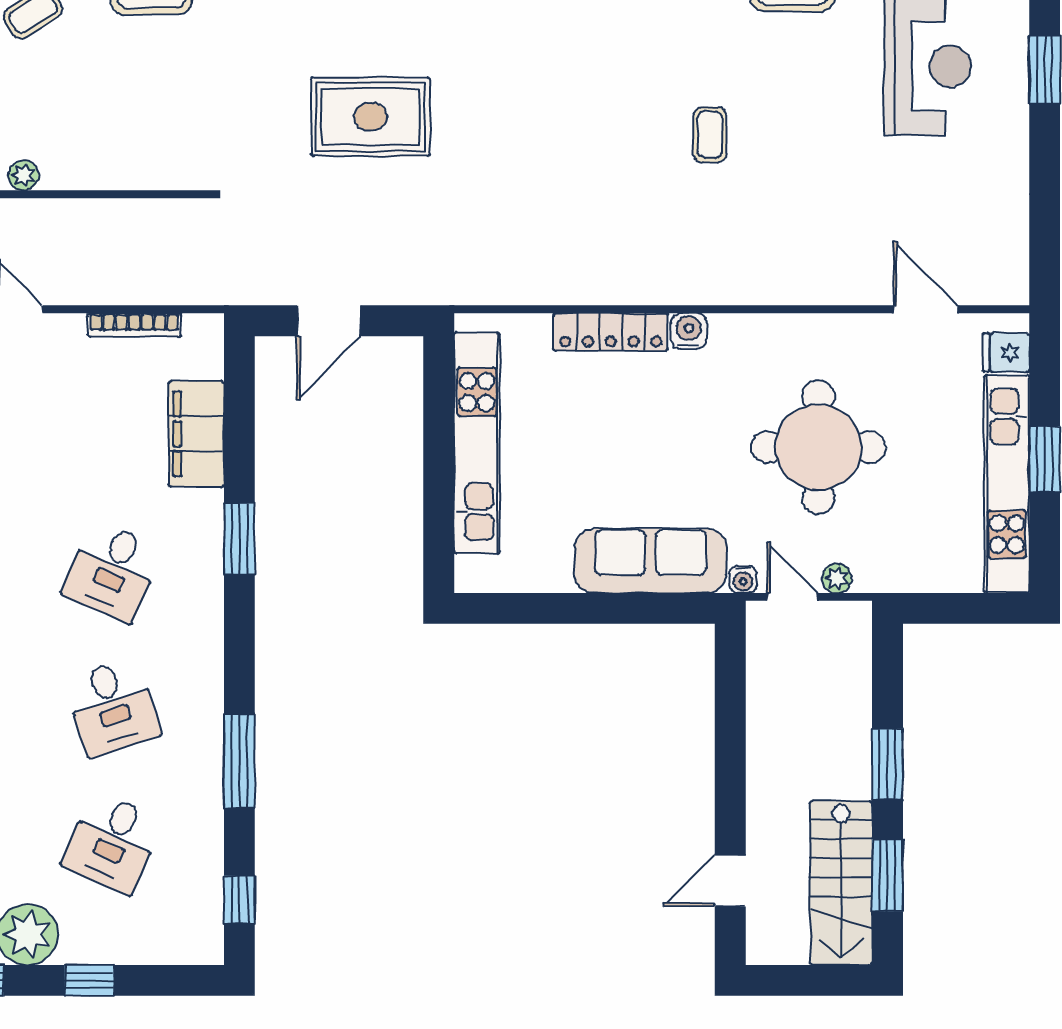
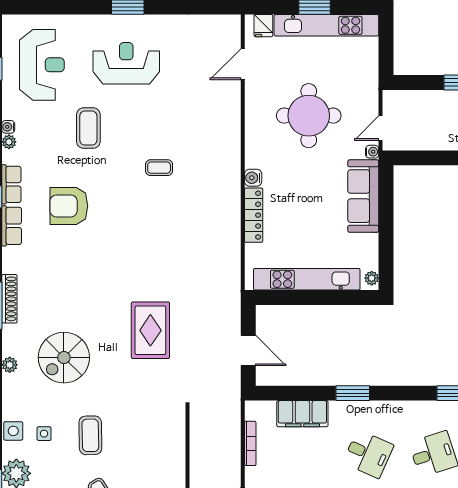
plant: (837, 578) -> (372, 278), moved

